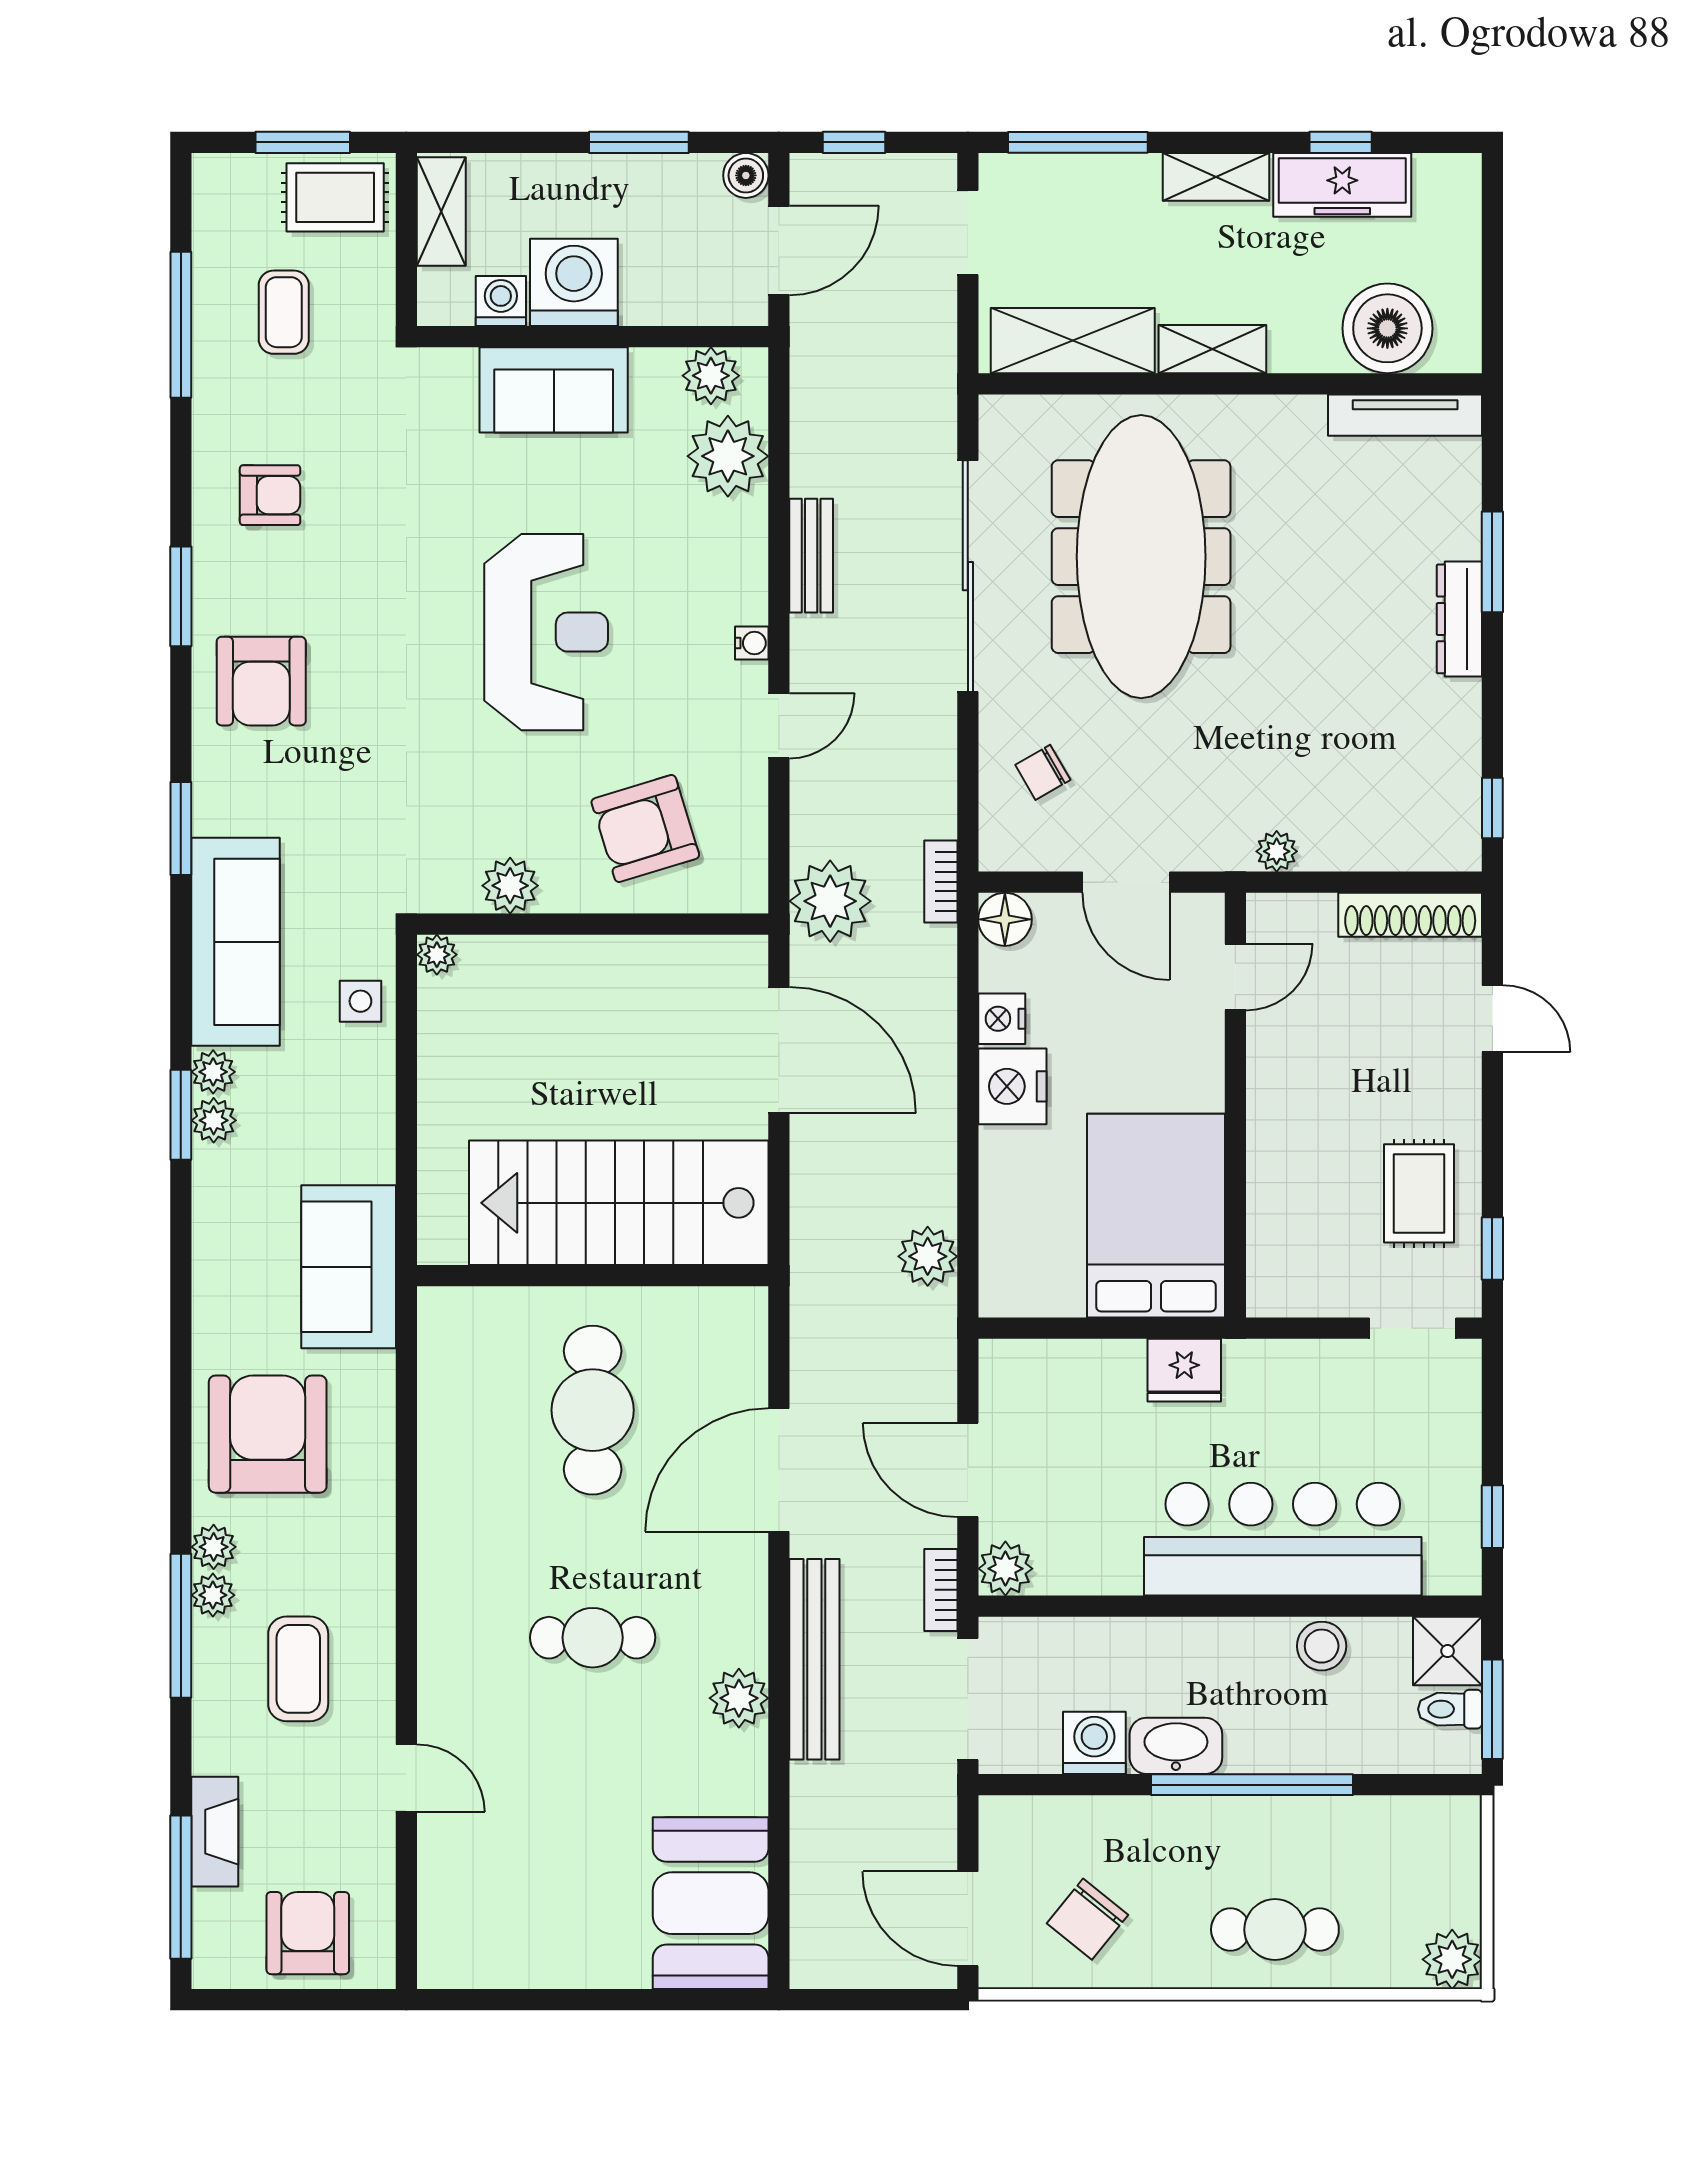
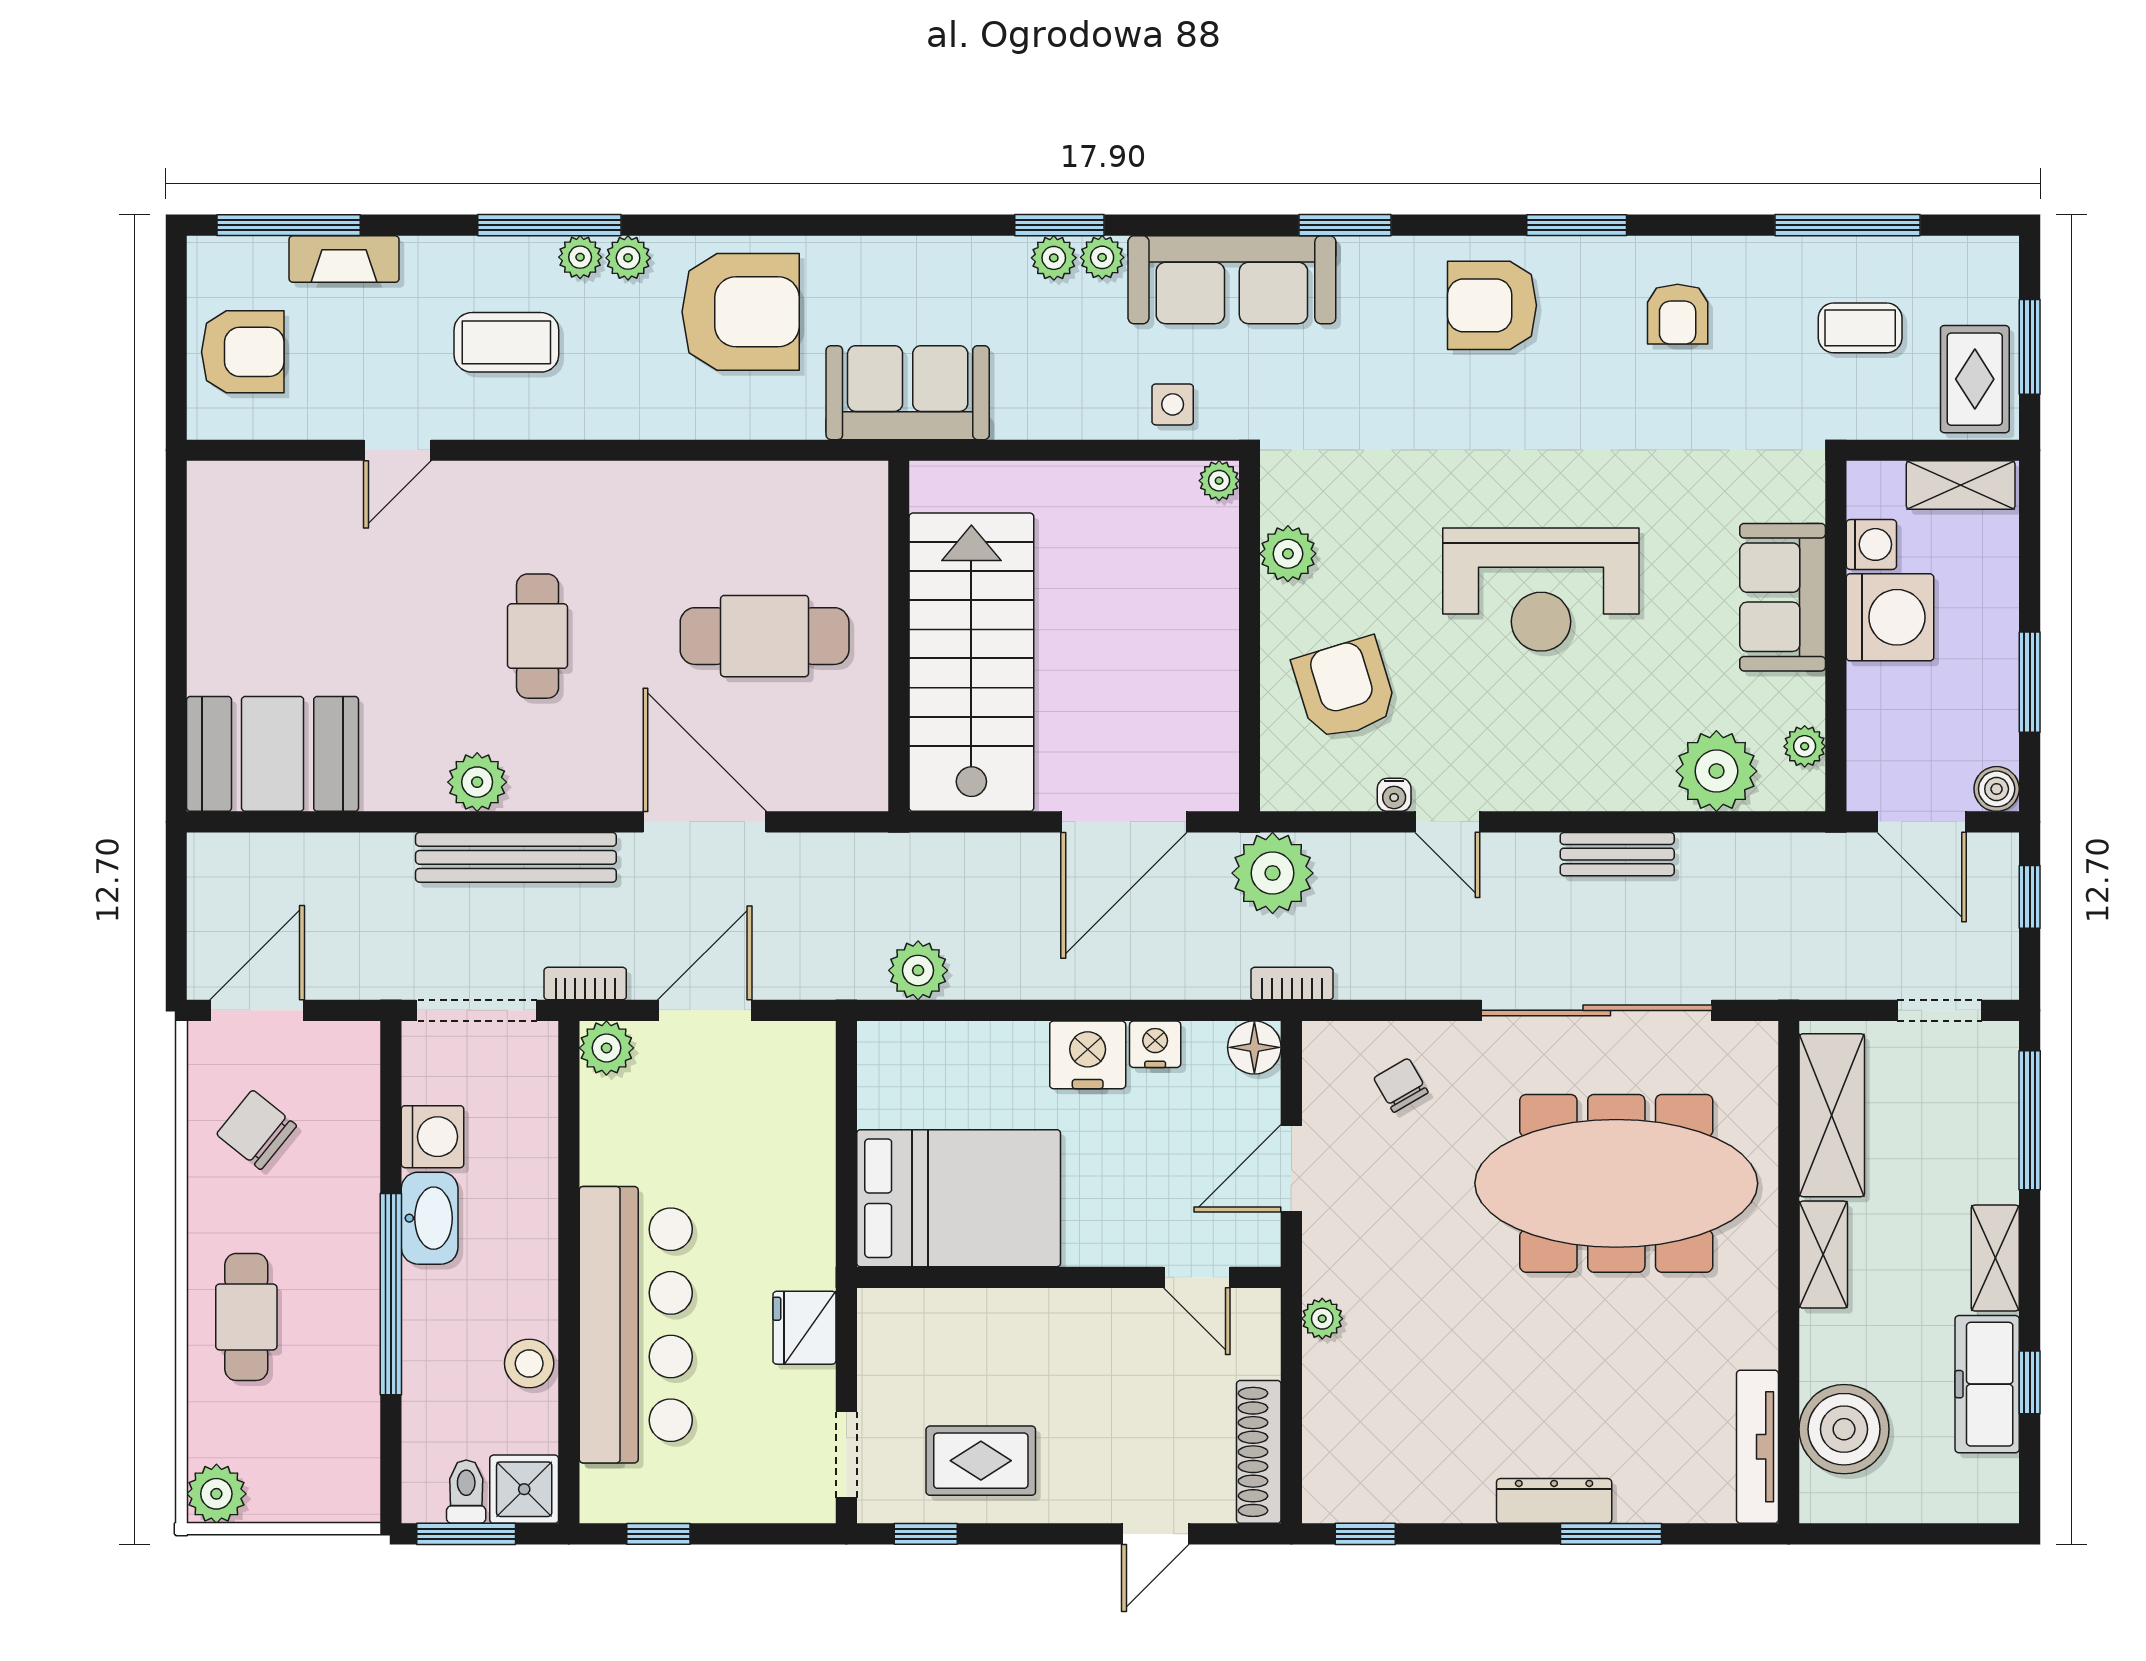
plant: (711, 376) -> (1805, 746), width x0.73, depth x0.73
water cooler: (752, 643) -> (1394, 795), moved
fridge: (1184, 1370) -> (804, 1328), moved

